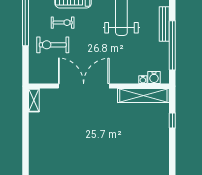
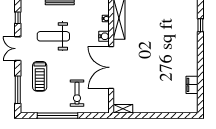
exercise bike: (63, 23) -> (59, 85), removed
water cooler: (154, 77) -> (104, 36), moved

